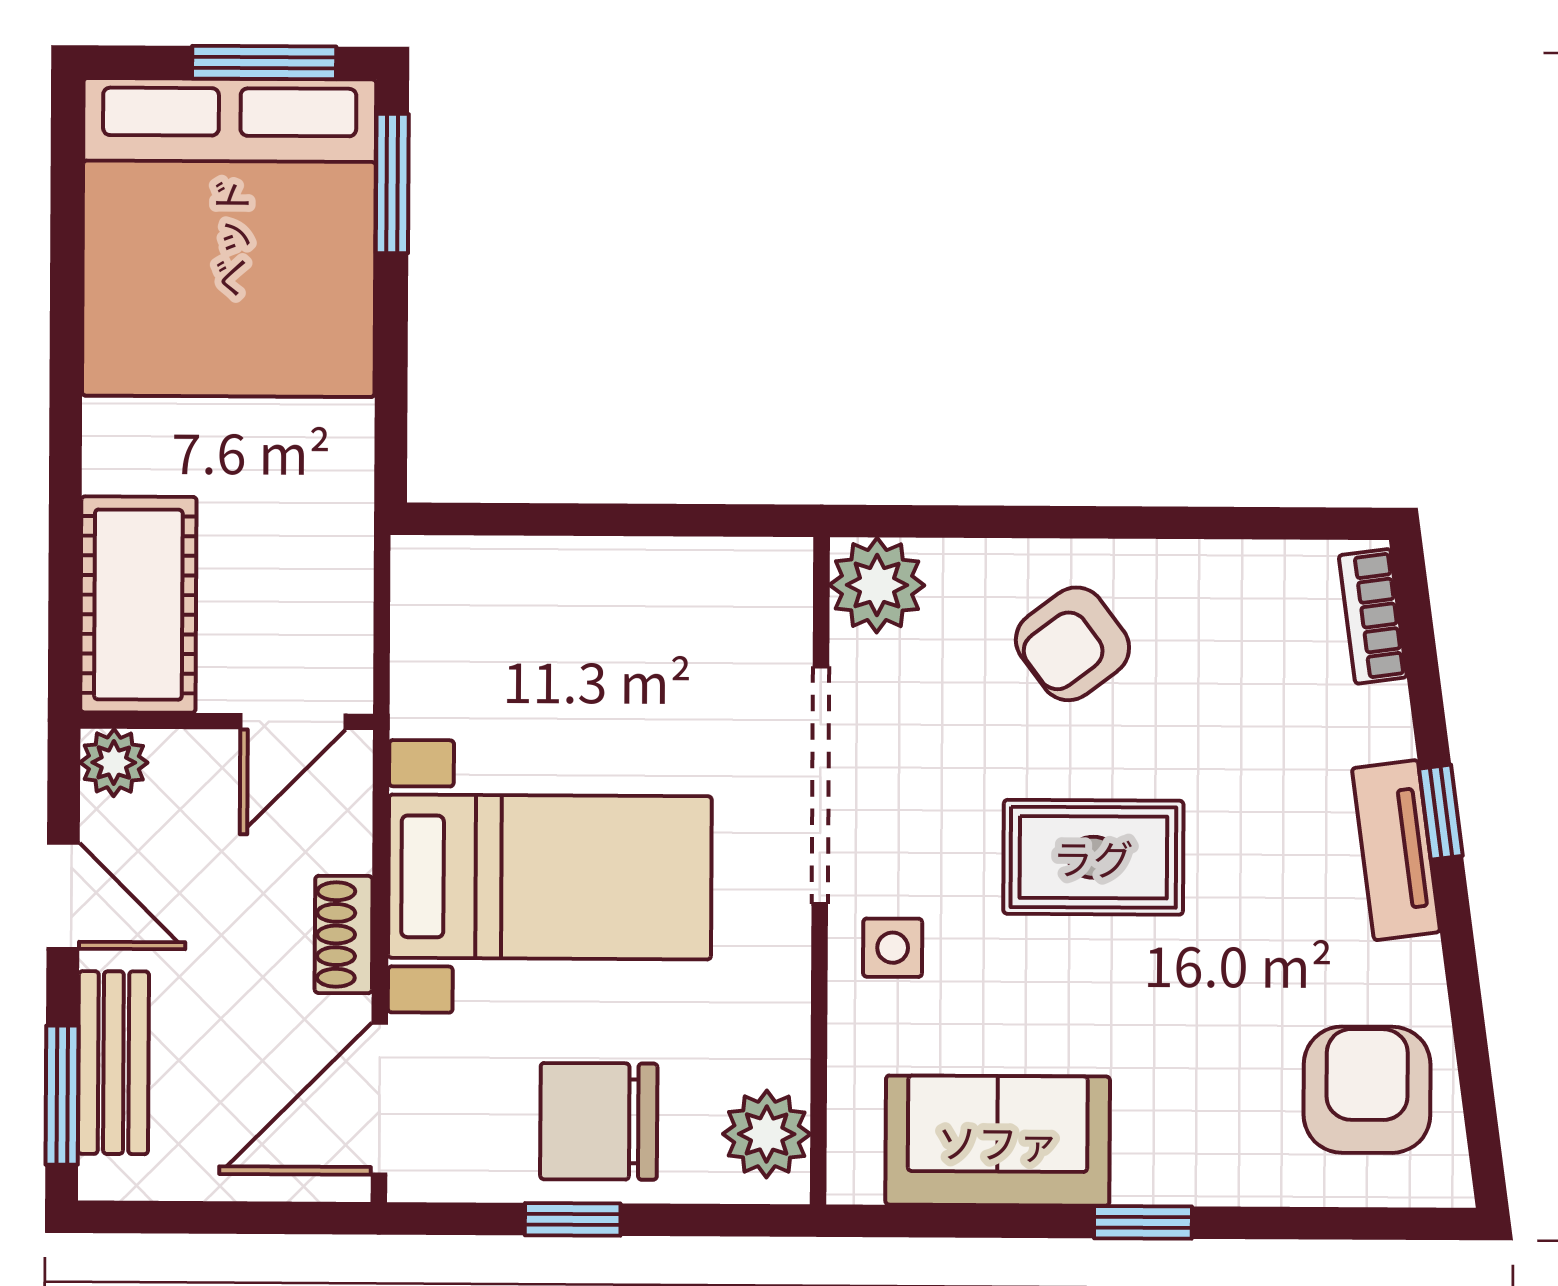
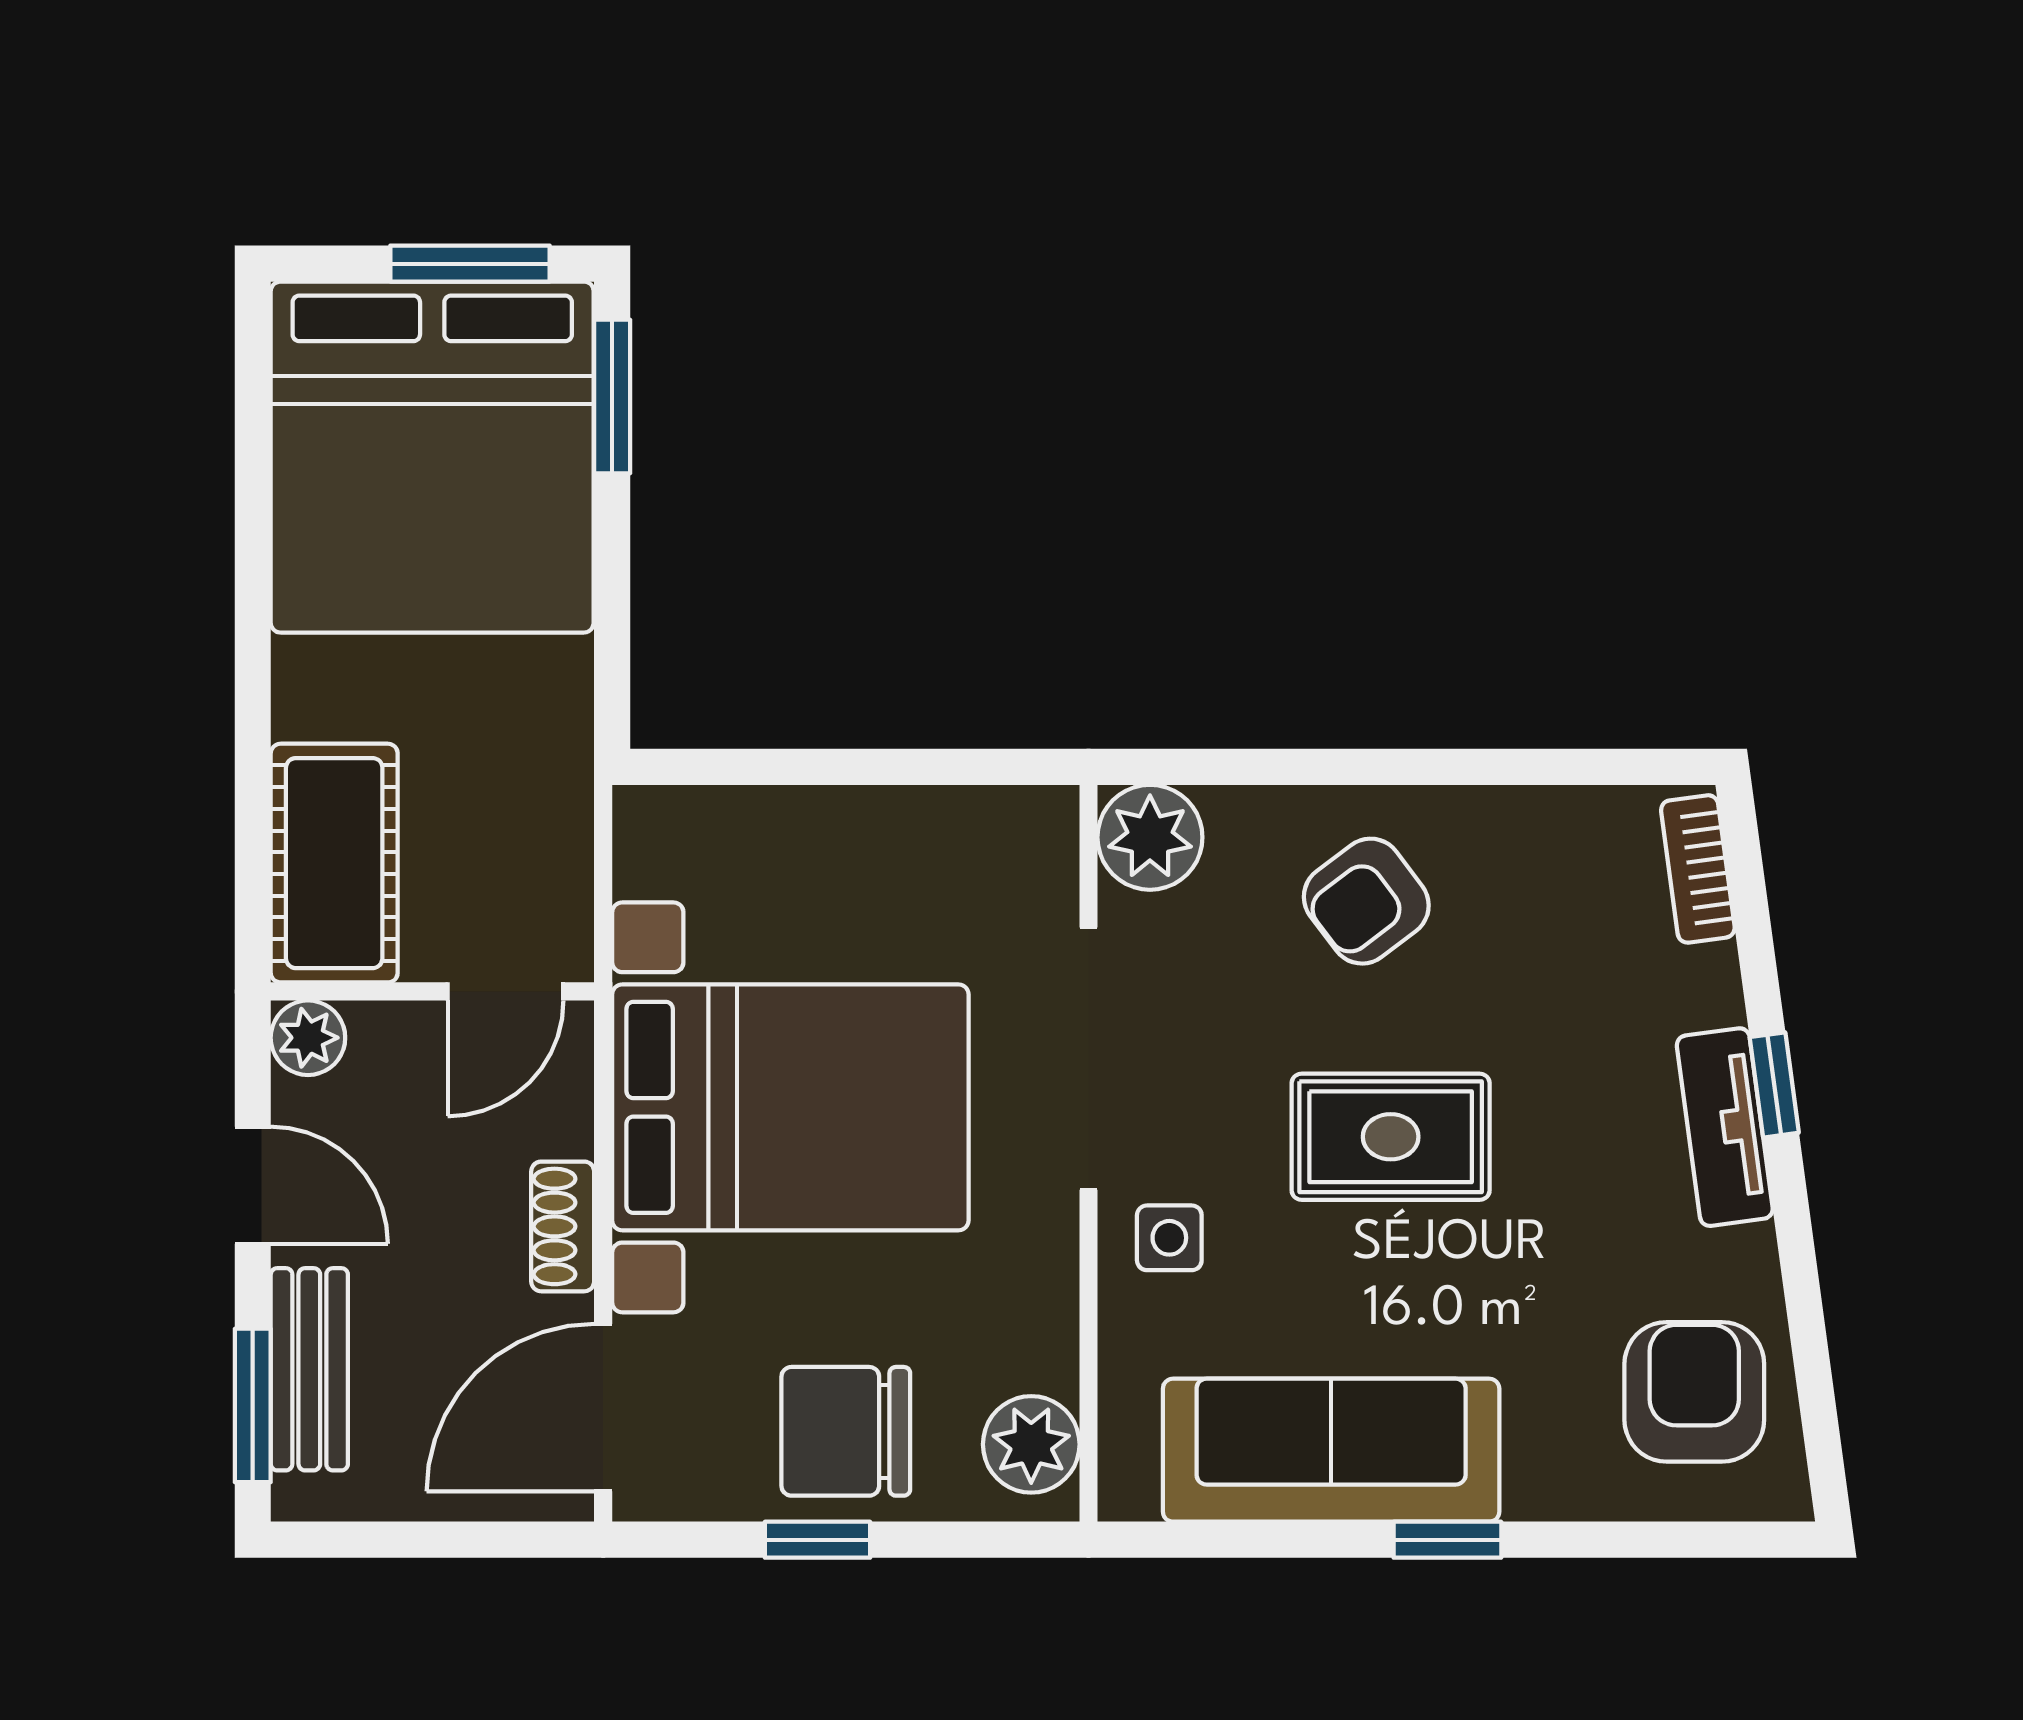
bed with nightstands: (550, 877) -> (790, 1107), width x1.36
sofa: (998, 1141) -> (1331, 1450), width x1.36

